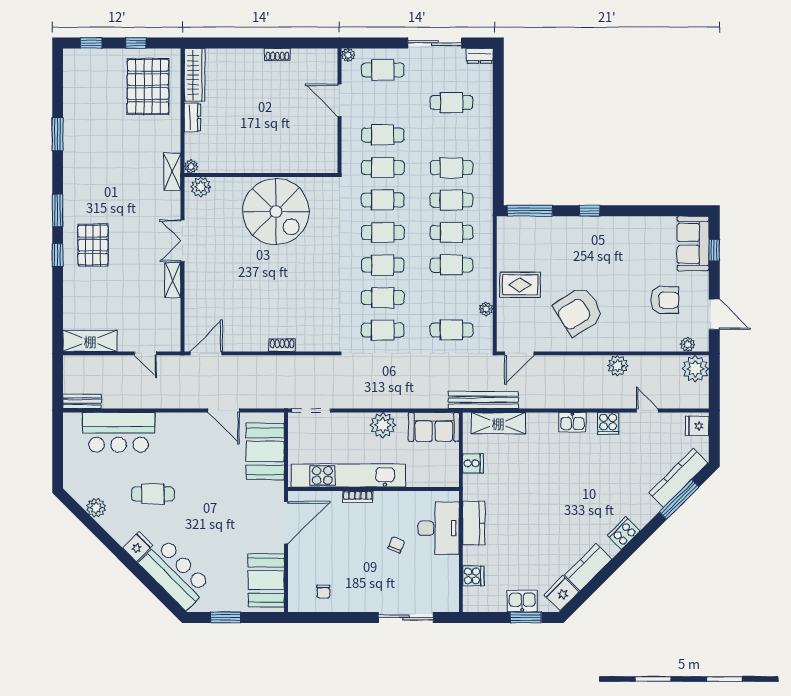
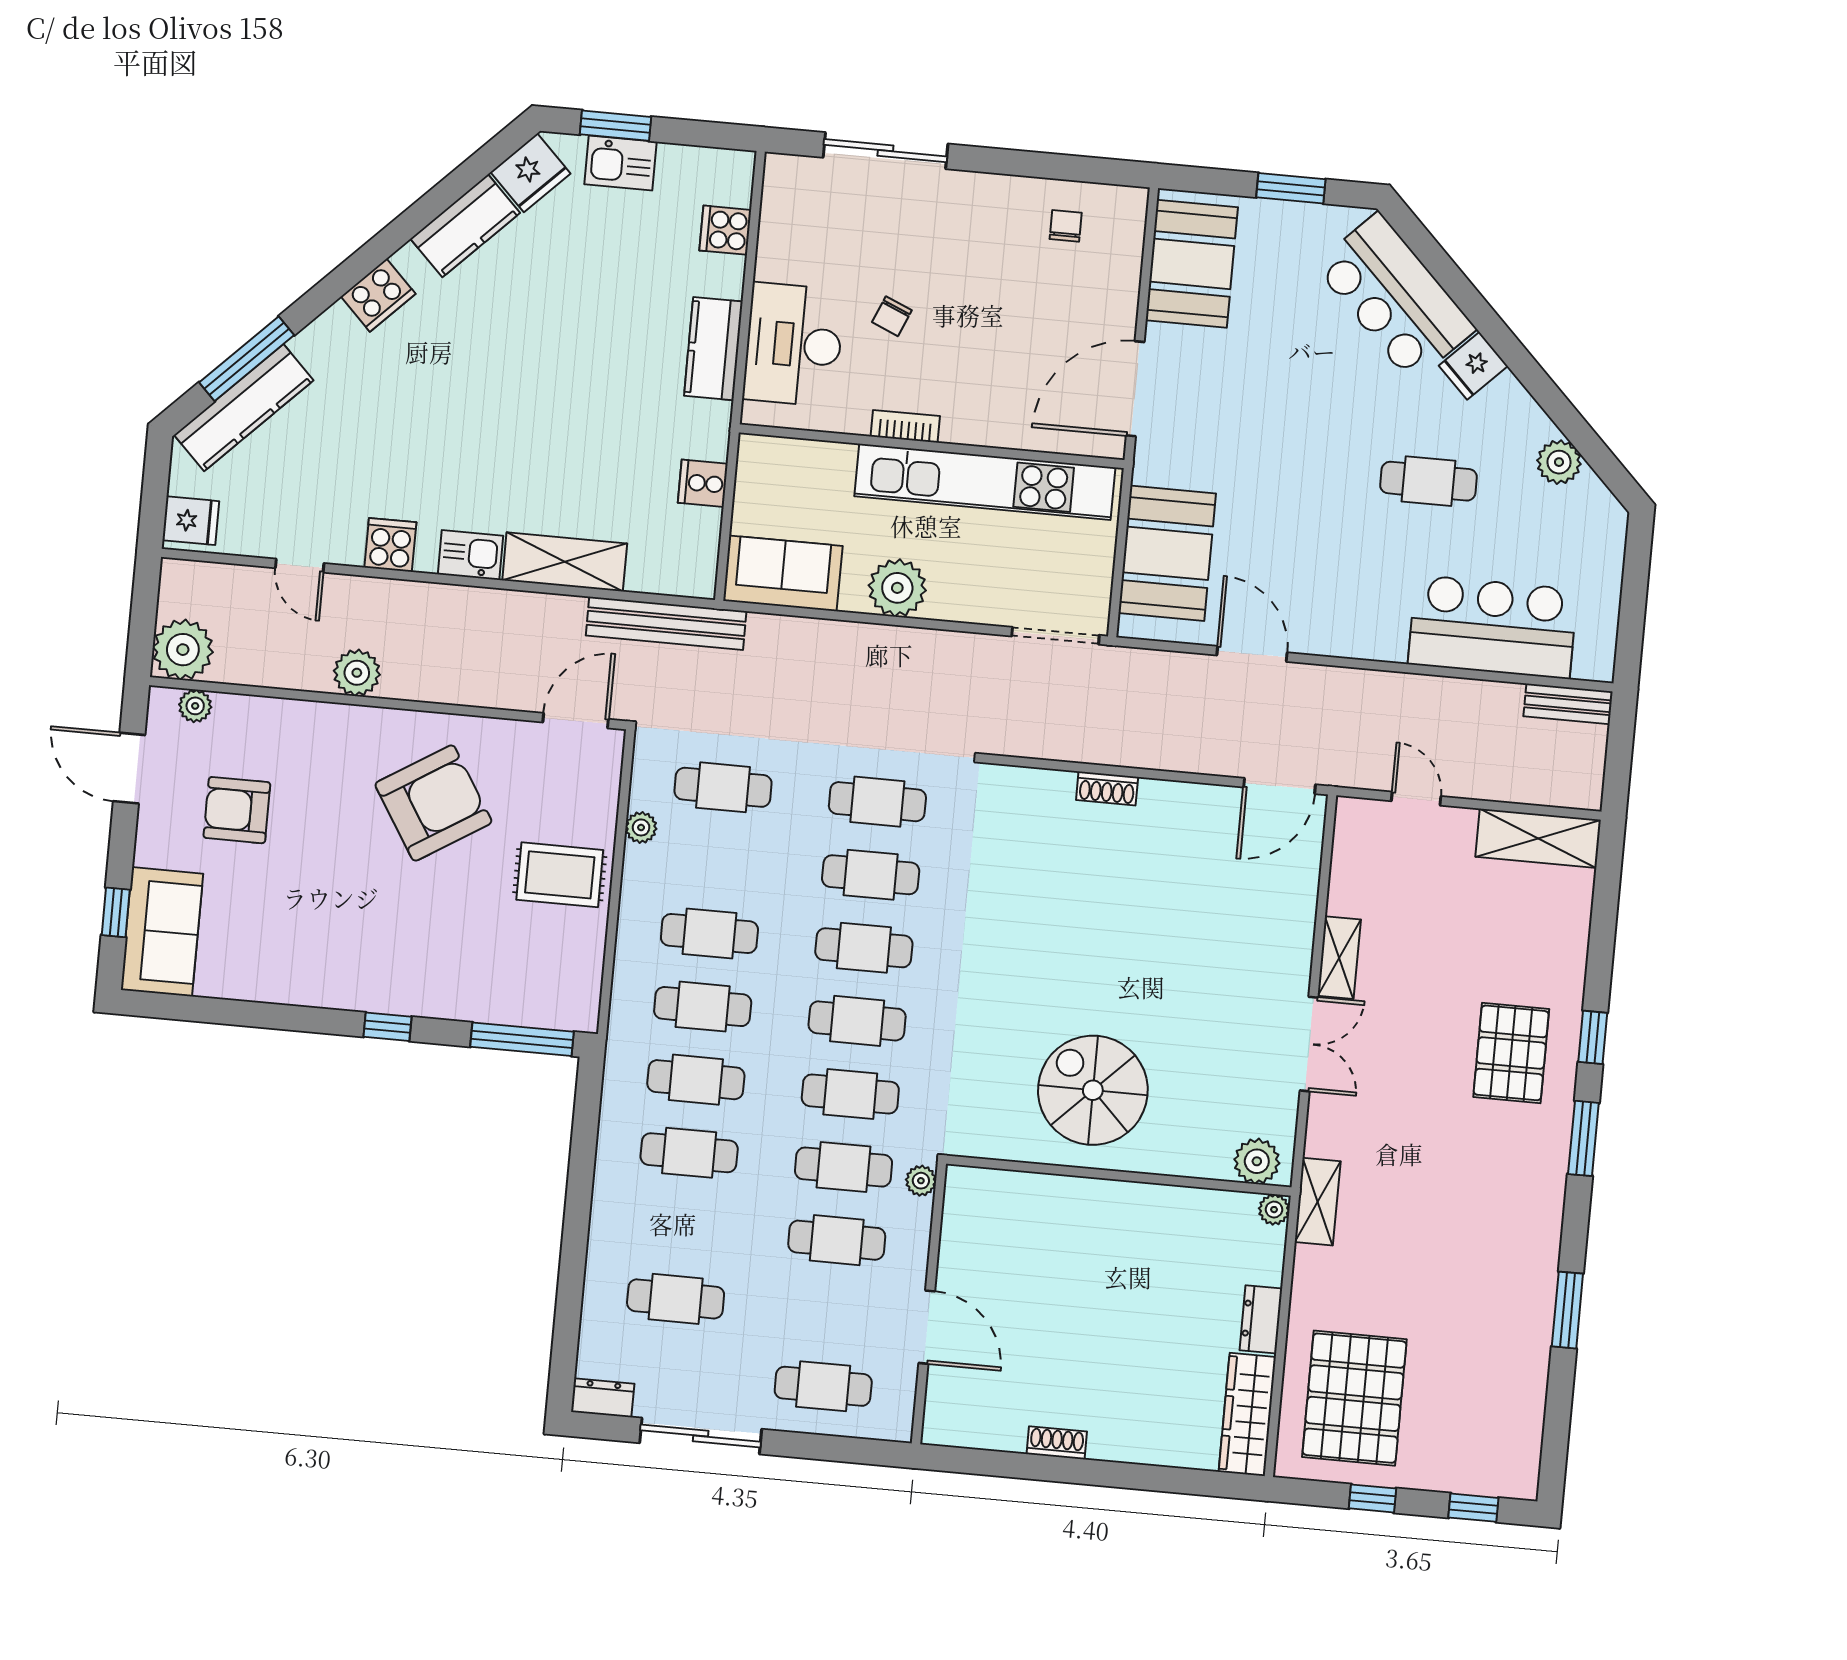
plant: (348, 55) -> (921, 1181), moved
spiral stairs: (276, 212) -> (1093, 1090), width x0.73, depth x0.73
shelving: (498, 423) -> (565, 562), moved
bookcase: (358, 497) -> (905, 426), moved

